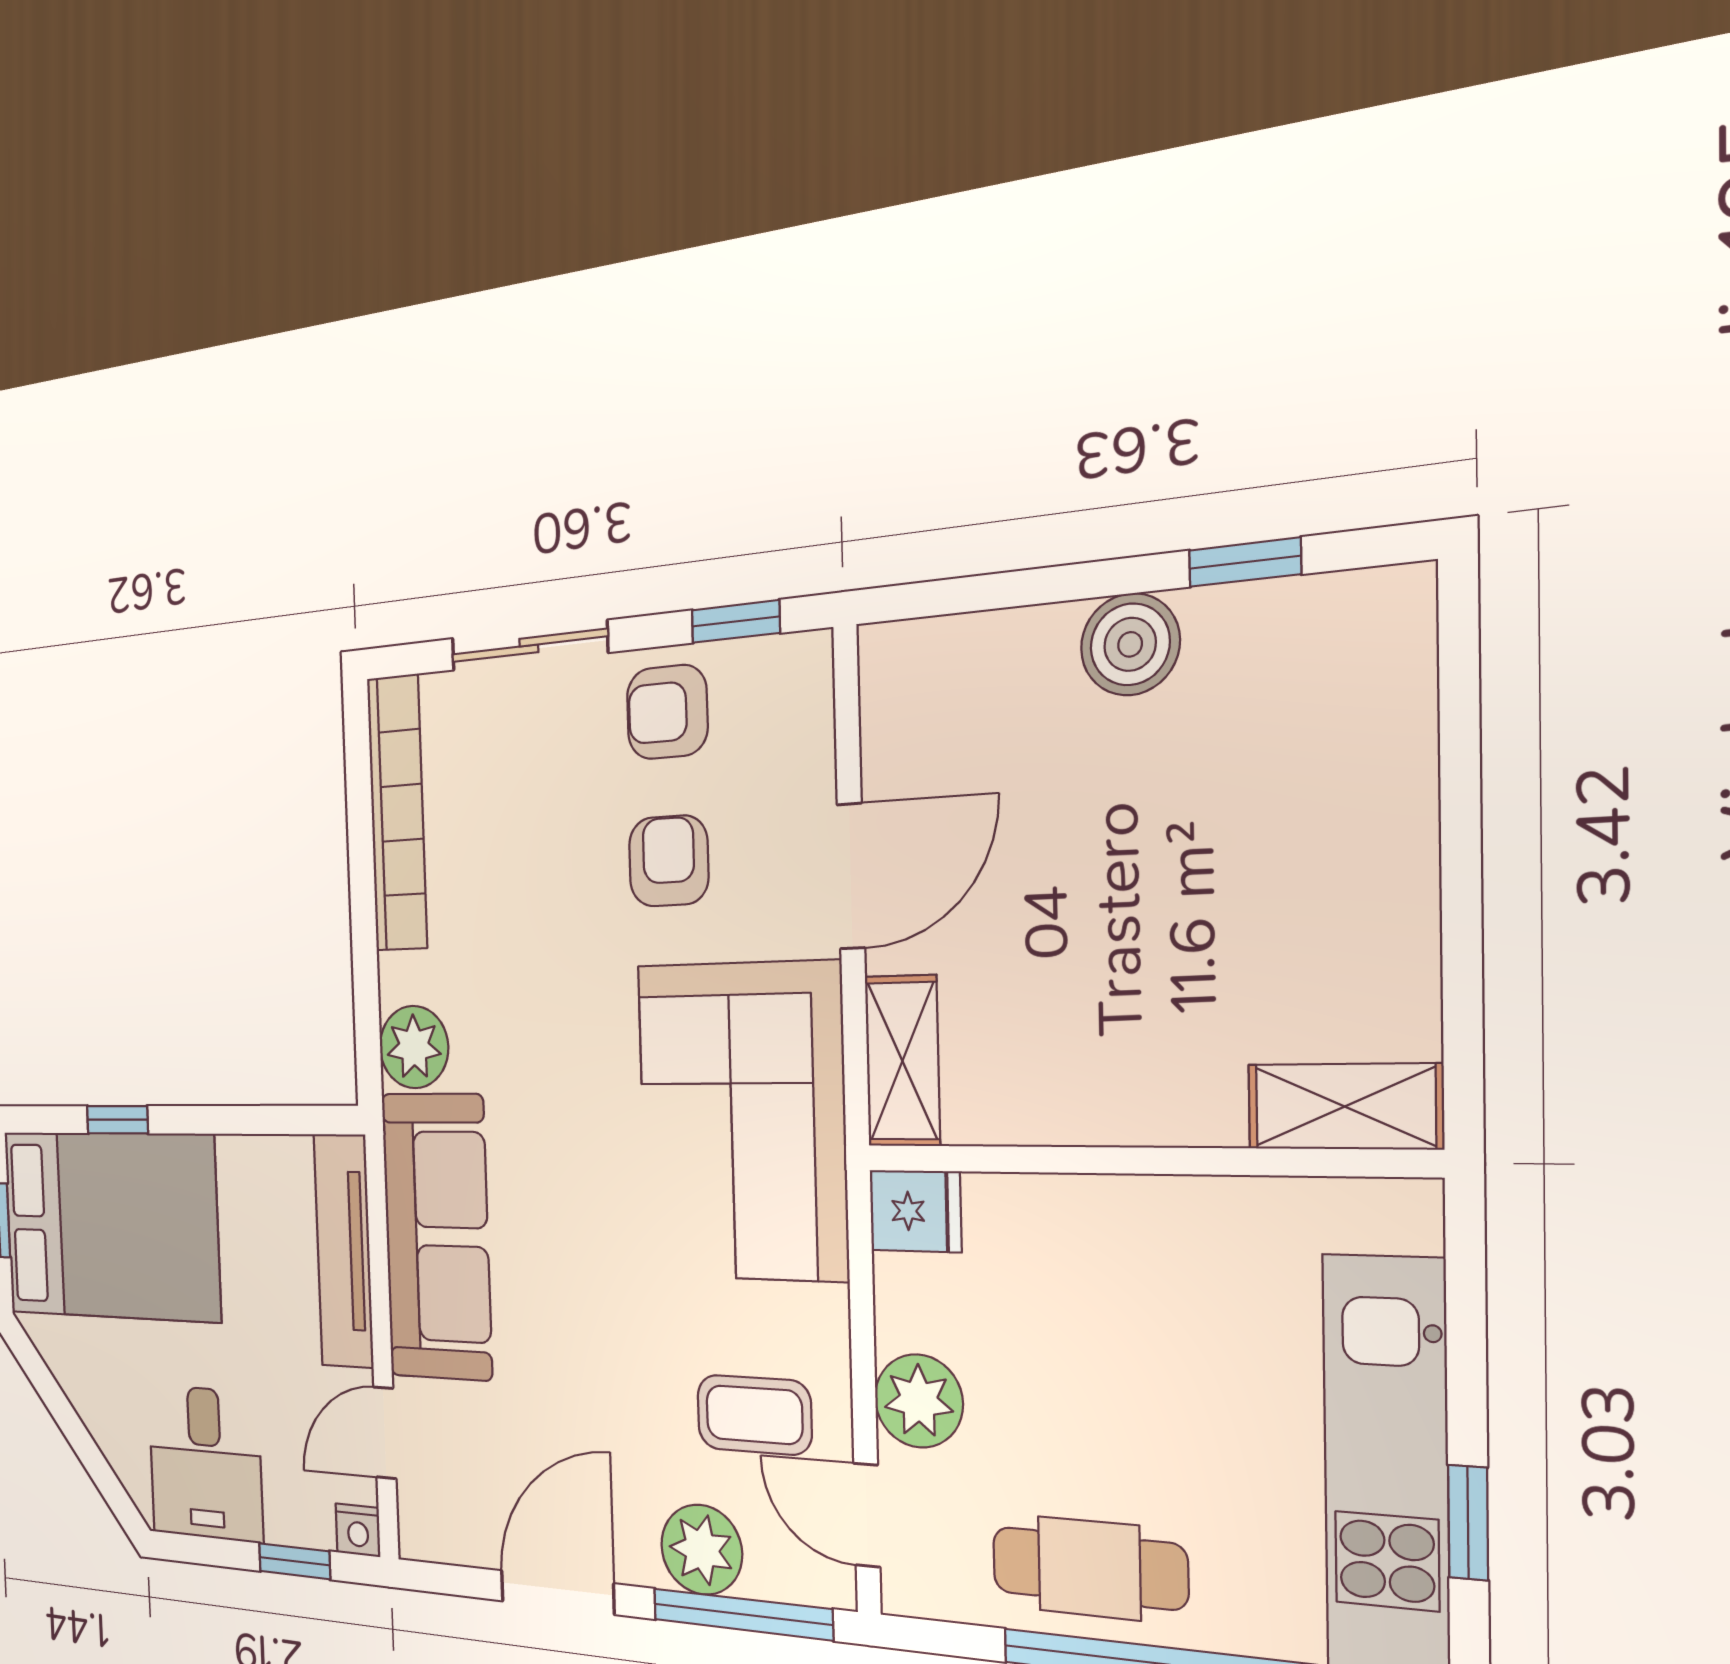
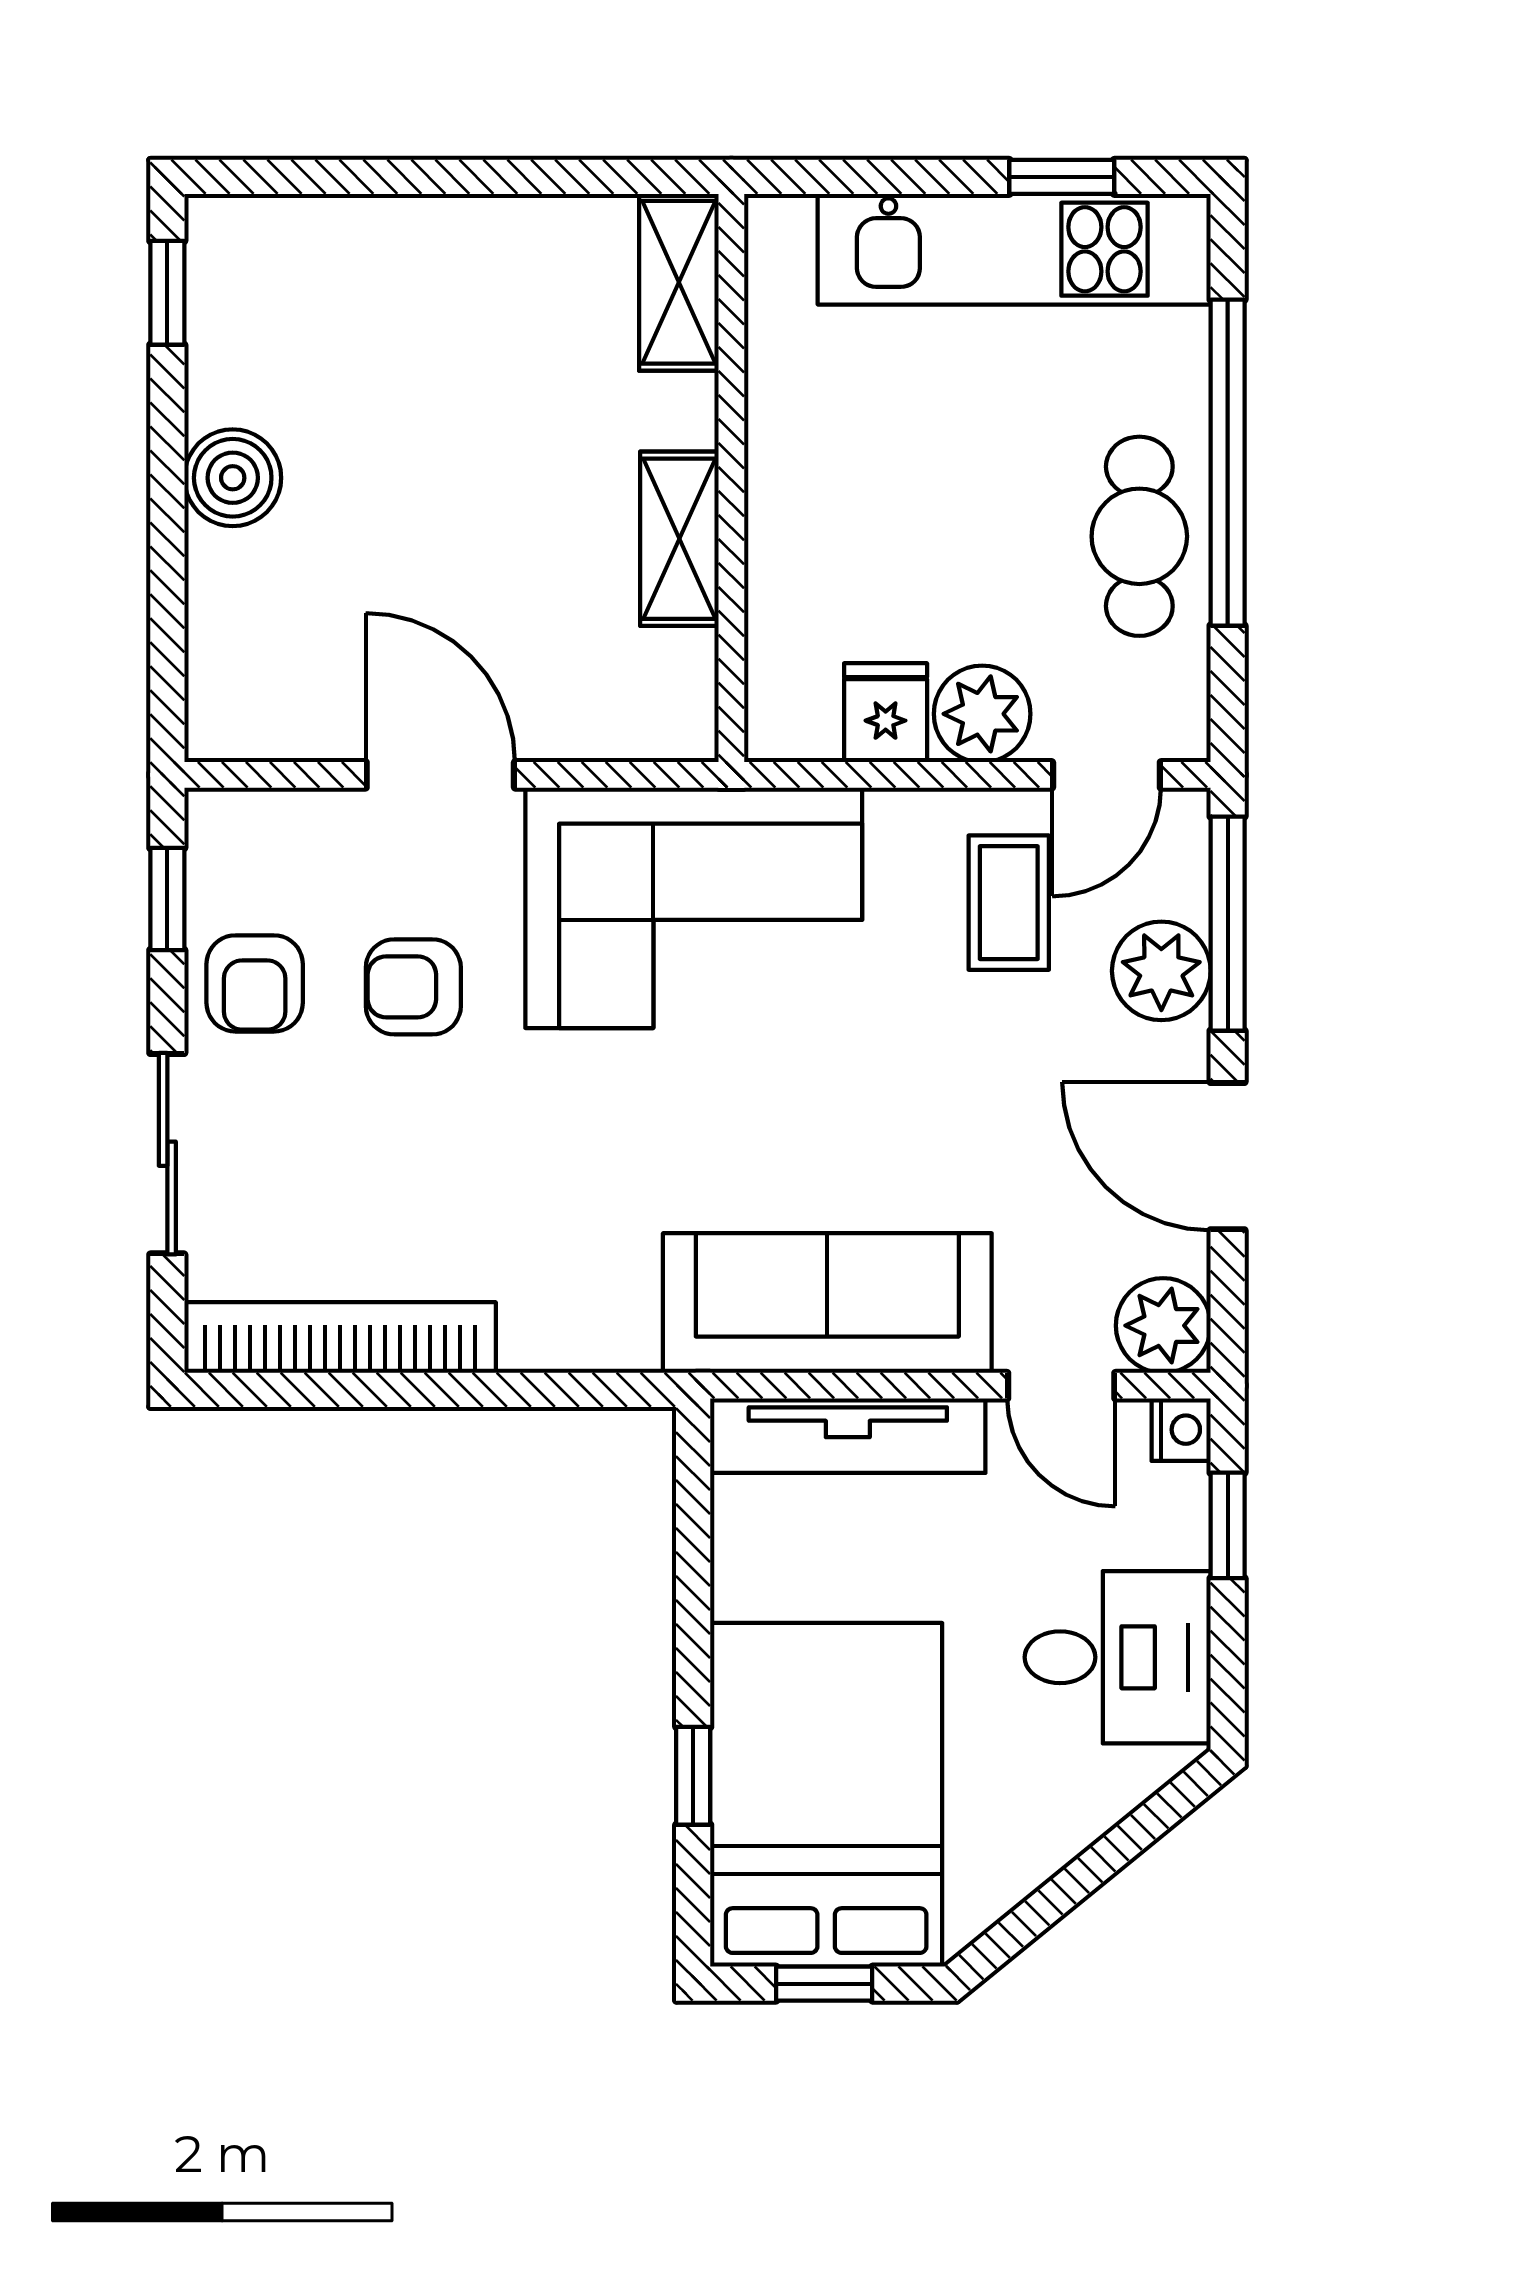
window: (1245, 562) -> (167, 293), moved
plant: (414, 1047) -> (1163, 1326), moved
shelving: (902, 1061) -> (679, 539), moved, turned 90
fridge: (915, 1211) -> (886, 713), moved

